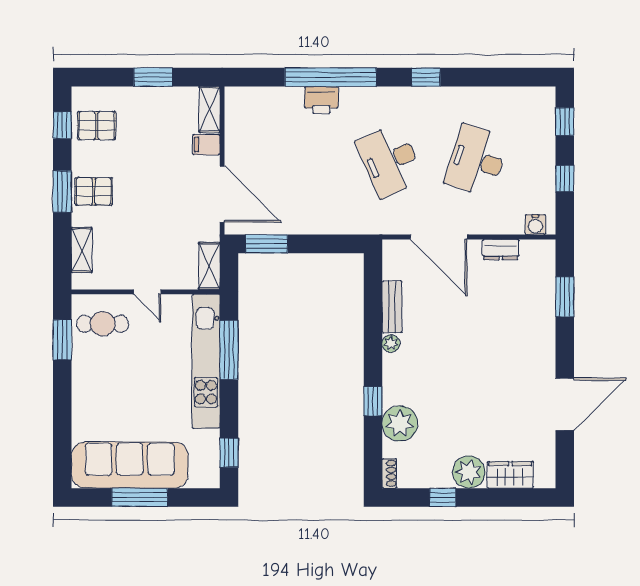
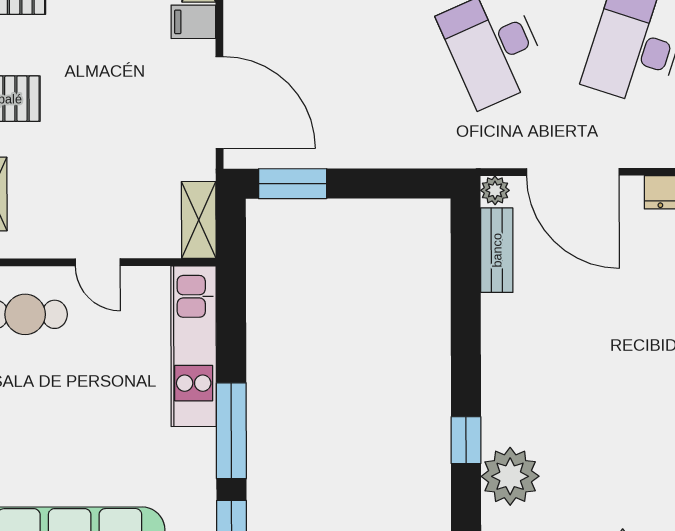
bench: (392, 307) -> (497, 250), moved
plant: (391, 343) -> (495, 190), moved
window: (229, 350) -> (231, 431), moved
kitchen unit: (206, 361) -> (194, 346), width x0.73

